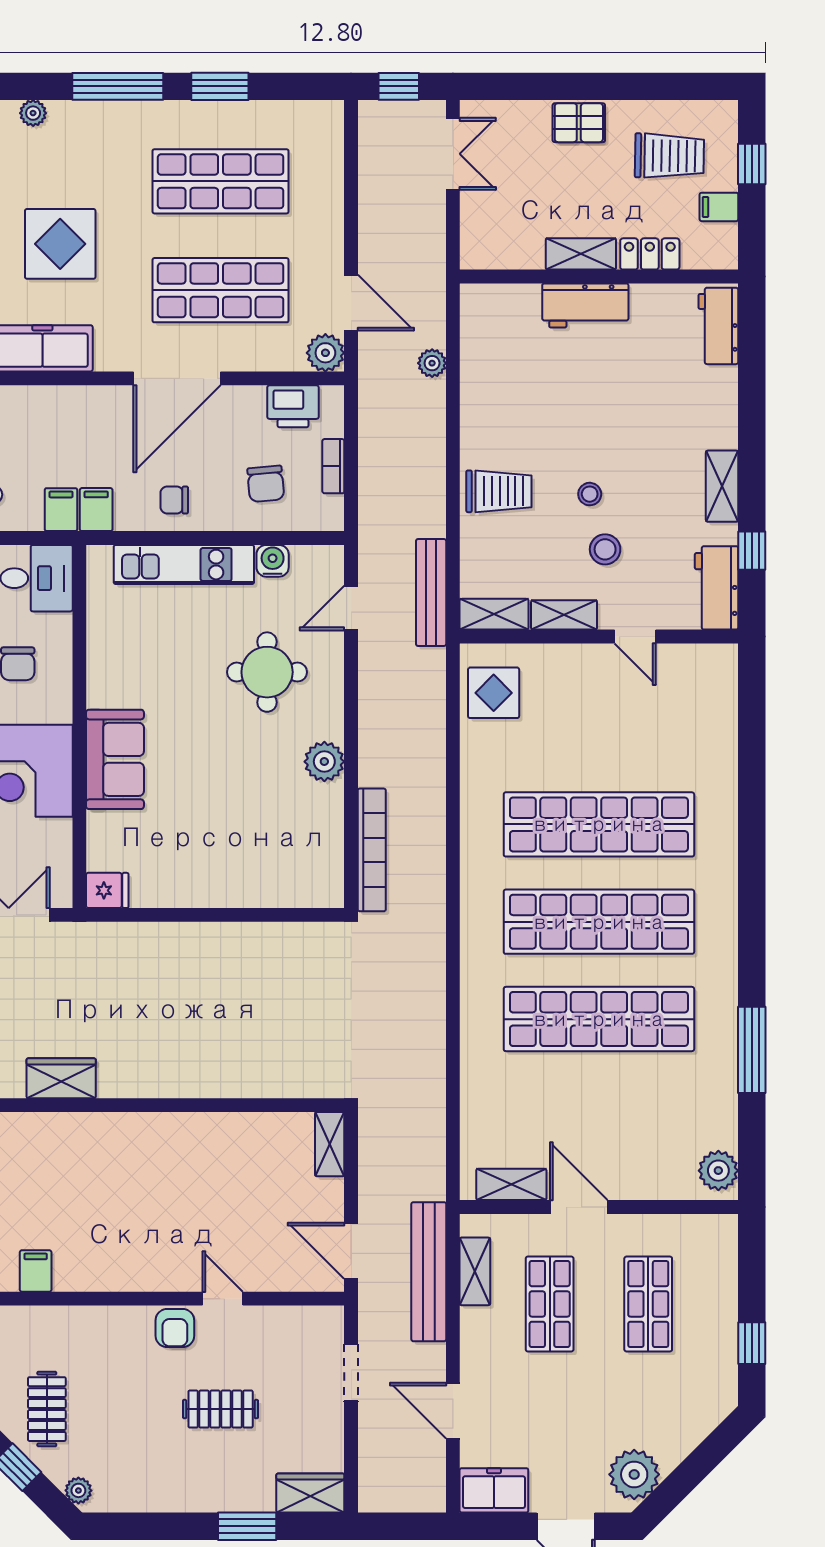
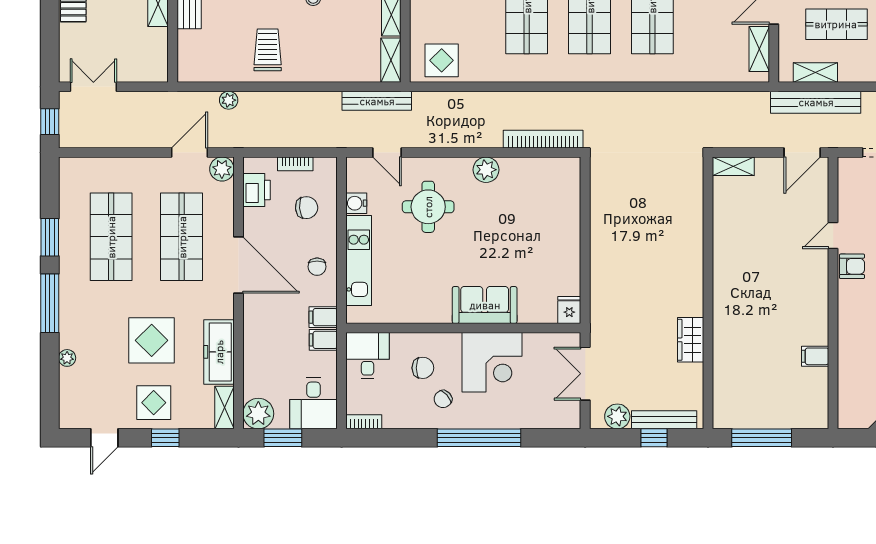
trolley: (499, 491) -> (268, 50), moved

